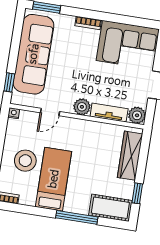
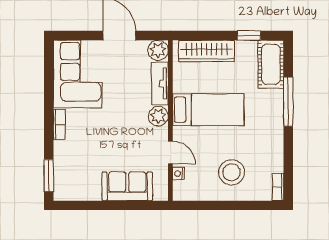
sofa: (34, 54) -> (127, 186), width x0.54, depth x0.79
window: (9, 82) -> (143, 205), removed
nightstand: (14, 113) -> (178, 174), moved
bed: (54, 179) -> (208, 110), moved, turned 180

